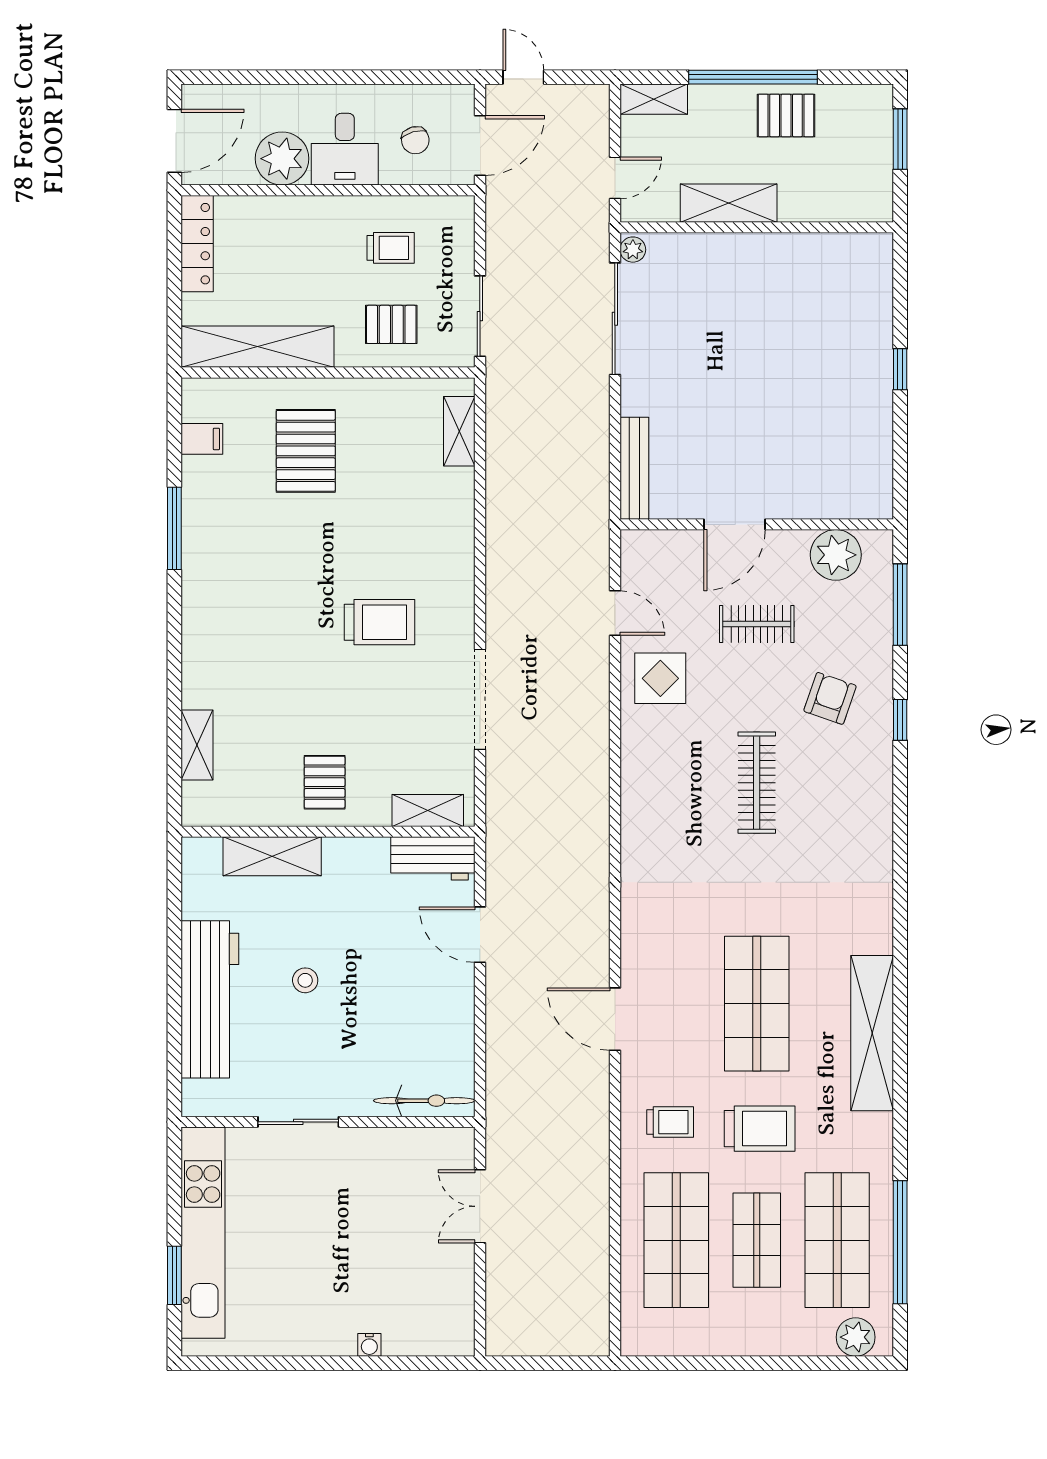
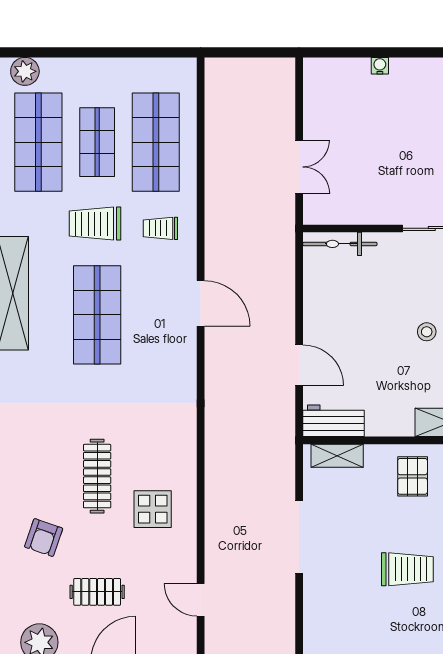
trolley: (380, 622) -> (407, 569), moved, turned 180
display table: (660, 678) -> (153, 509), moved

